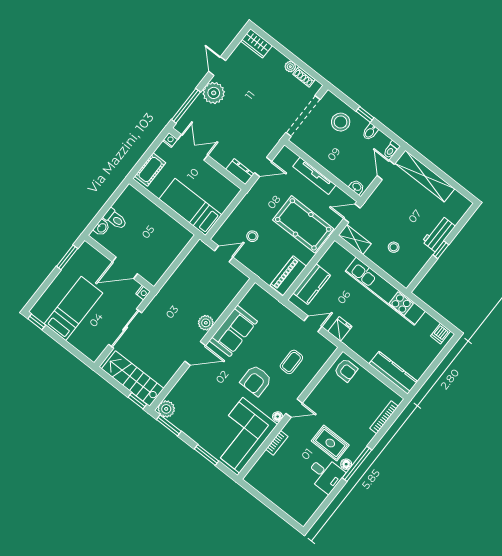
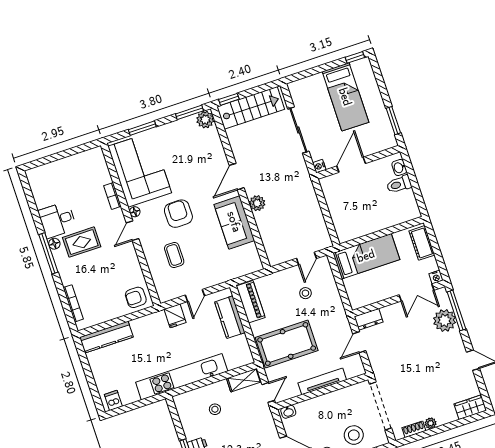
plant: (214, 93) -> (445, 320), moved

